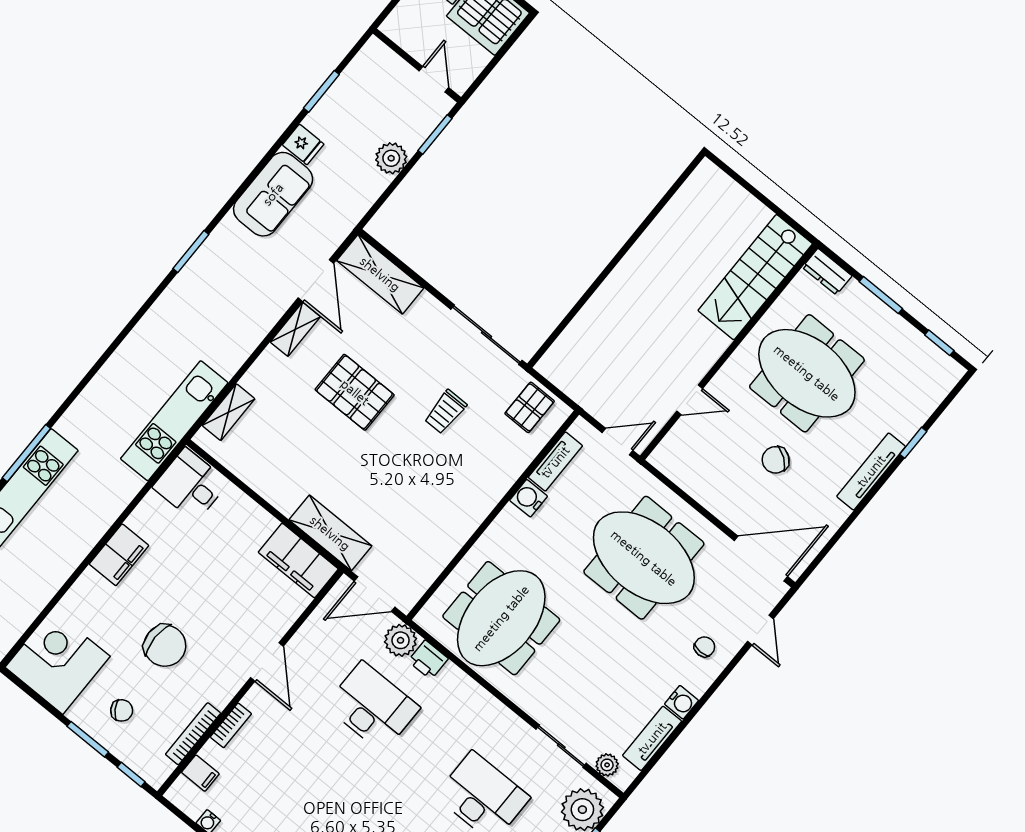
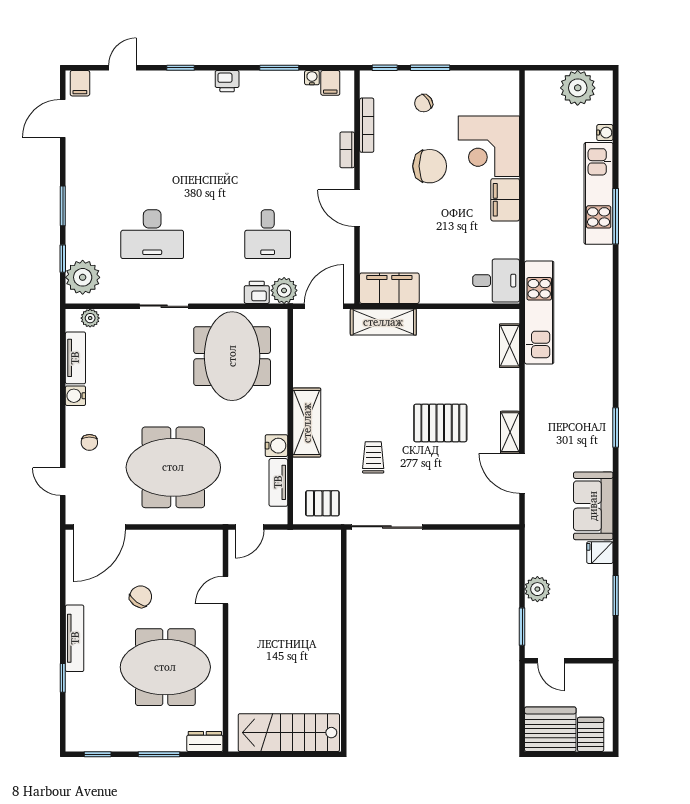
shelving: (380, 274) -> (307, 423), moved, turned 90
stairs: (755, 277) -> (289, 733), moved, turned -90
pallet: (530, 407) -> (322, 503), turned 90
chair: (165, 646) -> (430, 166), turned 180
corner desk: (58, 662) -> (489, 146), moved, turned 90
desk: (372, 707) -> (268, 234), width x0.73
sliding door: (561, 746) -> (164, 306), moved
filing cabinet: (200, 773) -> (330, 83), moved, turned -90

